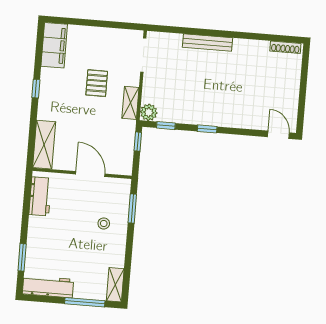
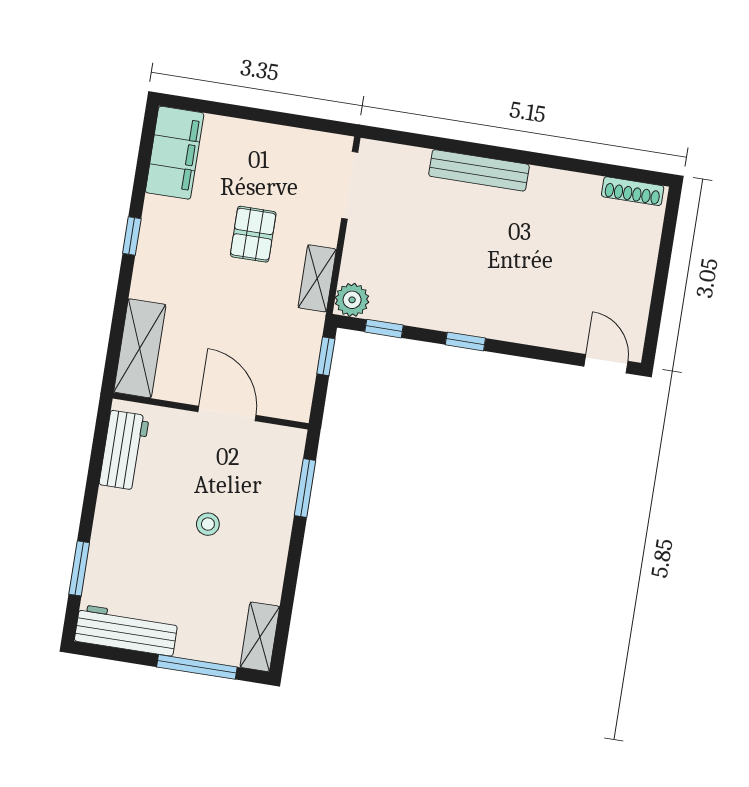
stool: (104, 223) -> (208, 524), moved

